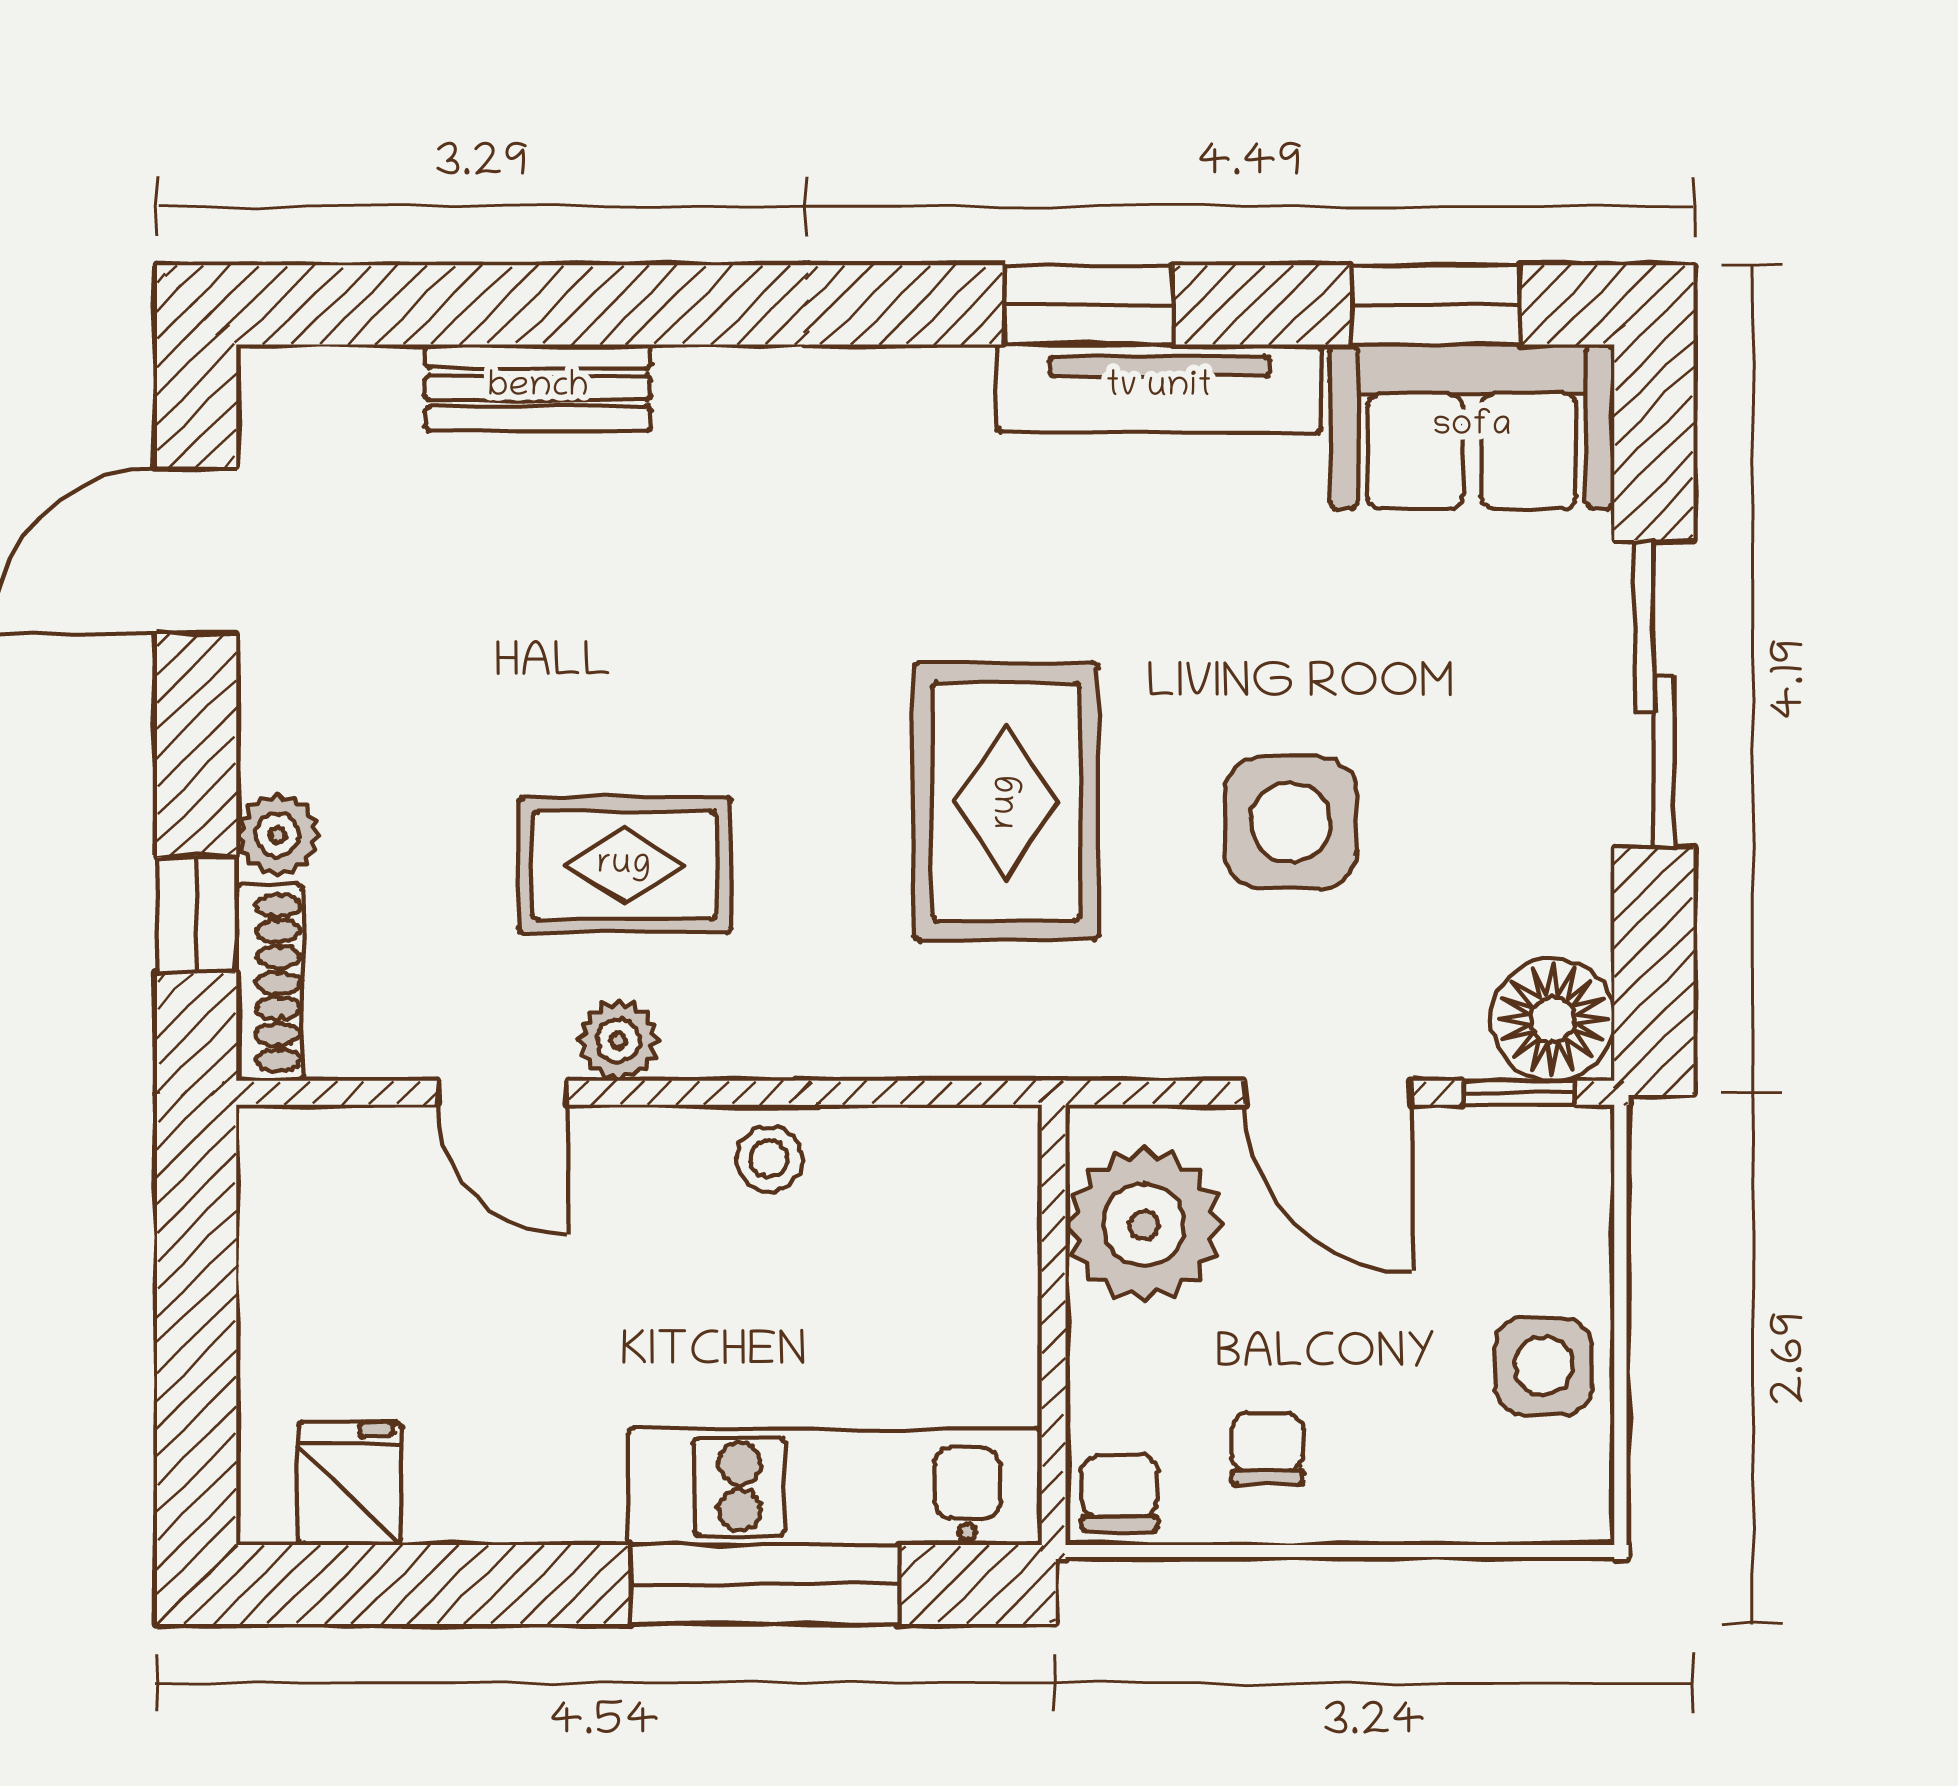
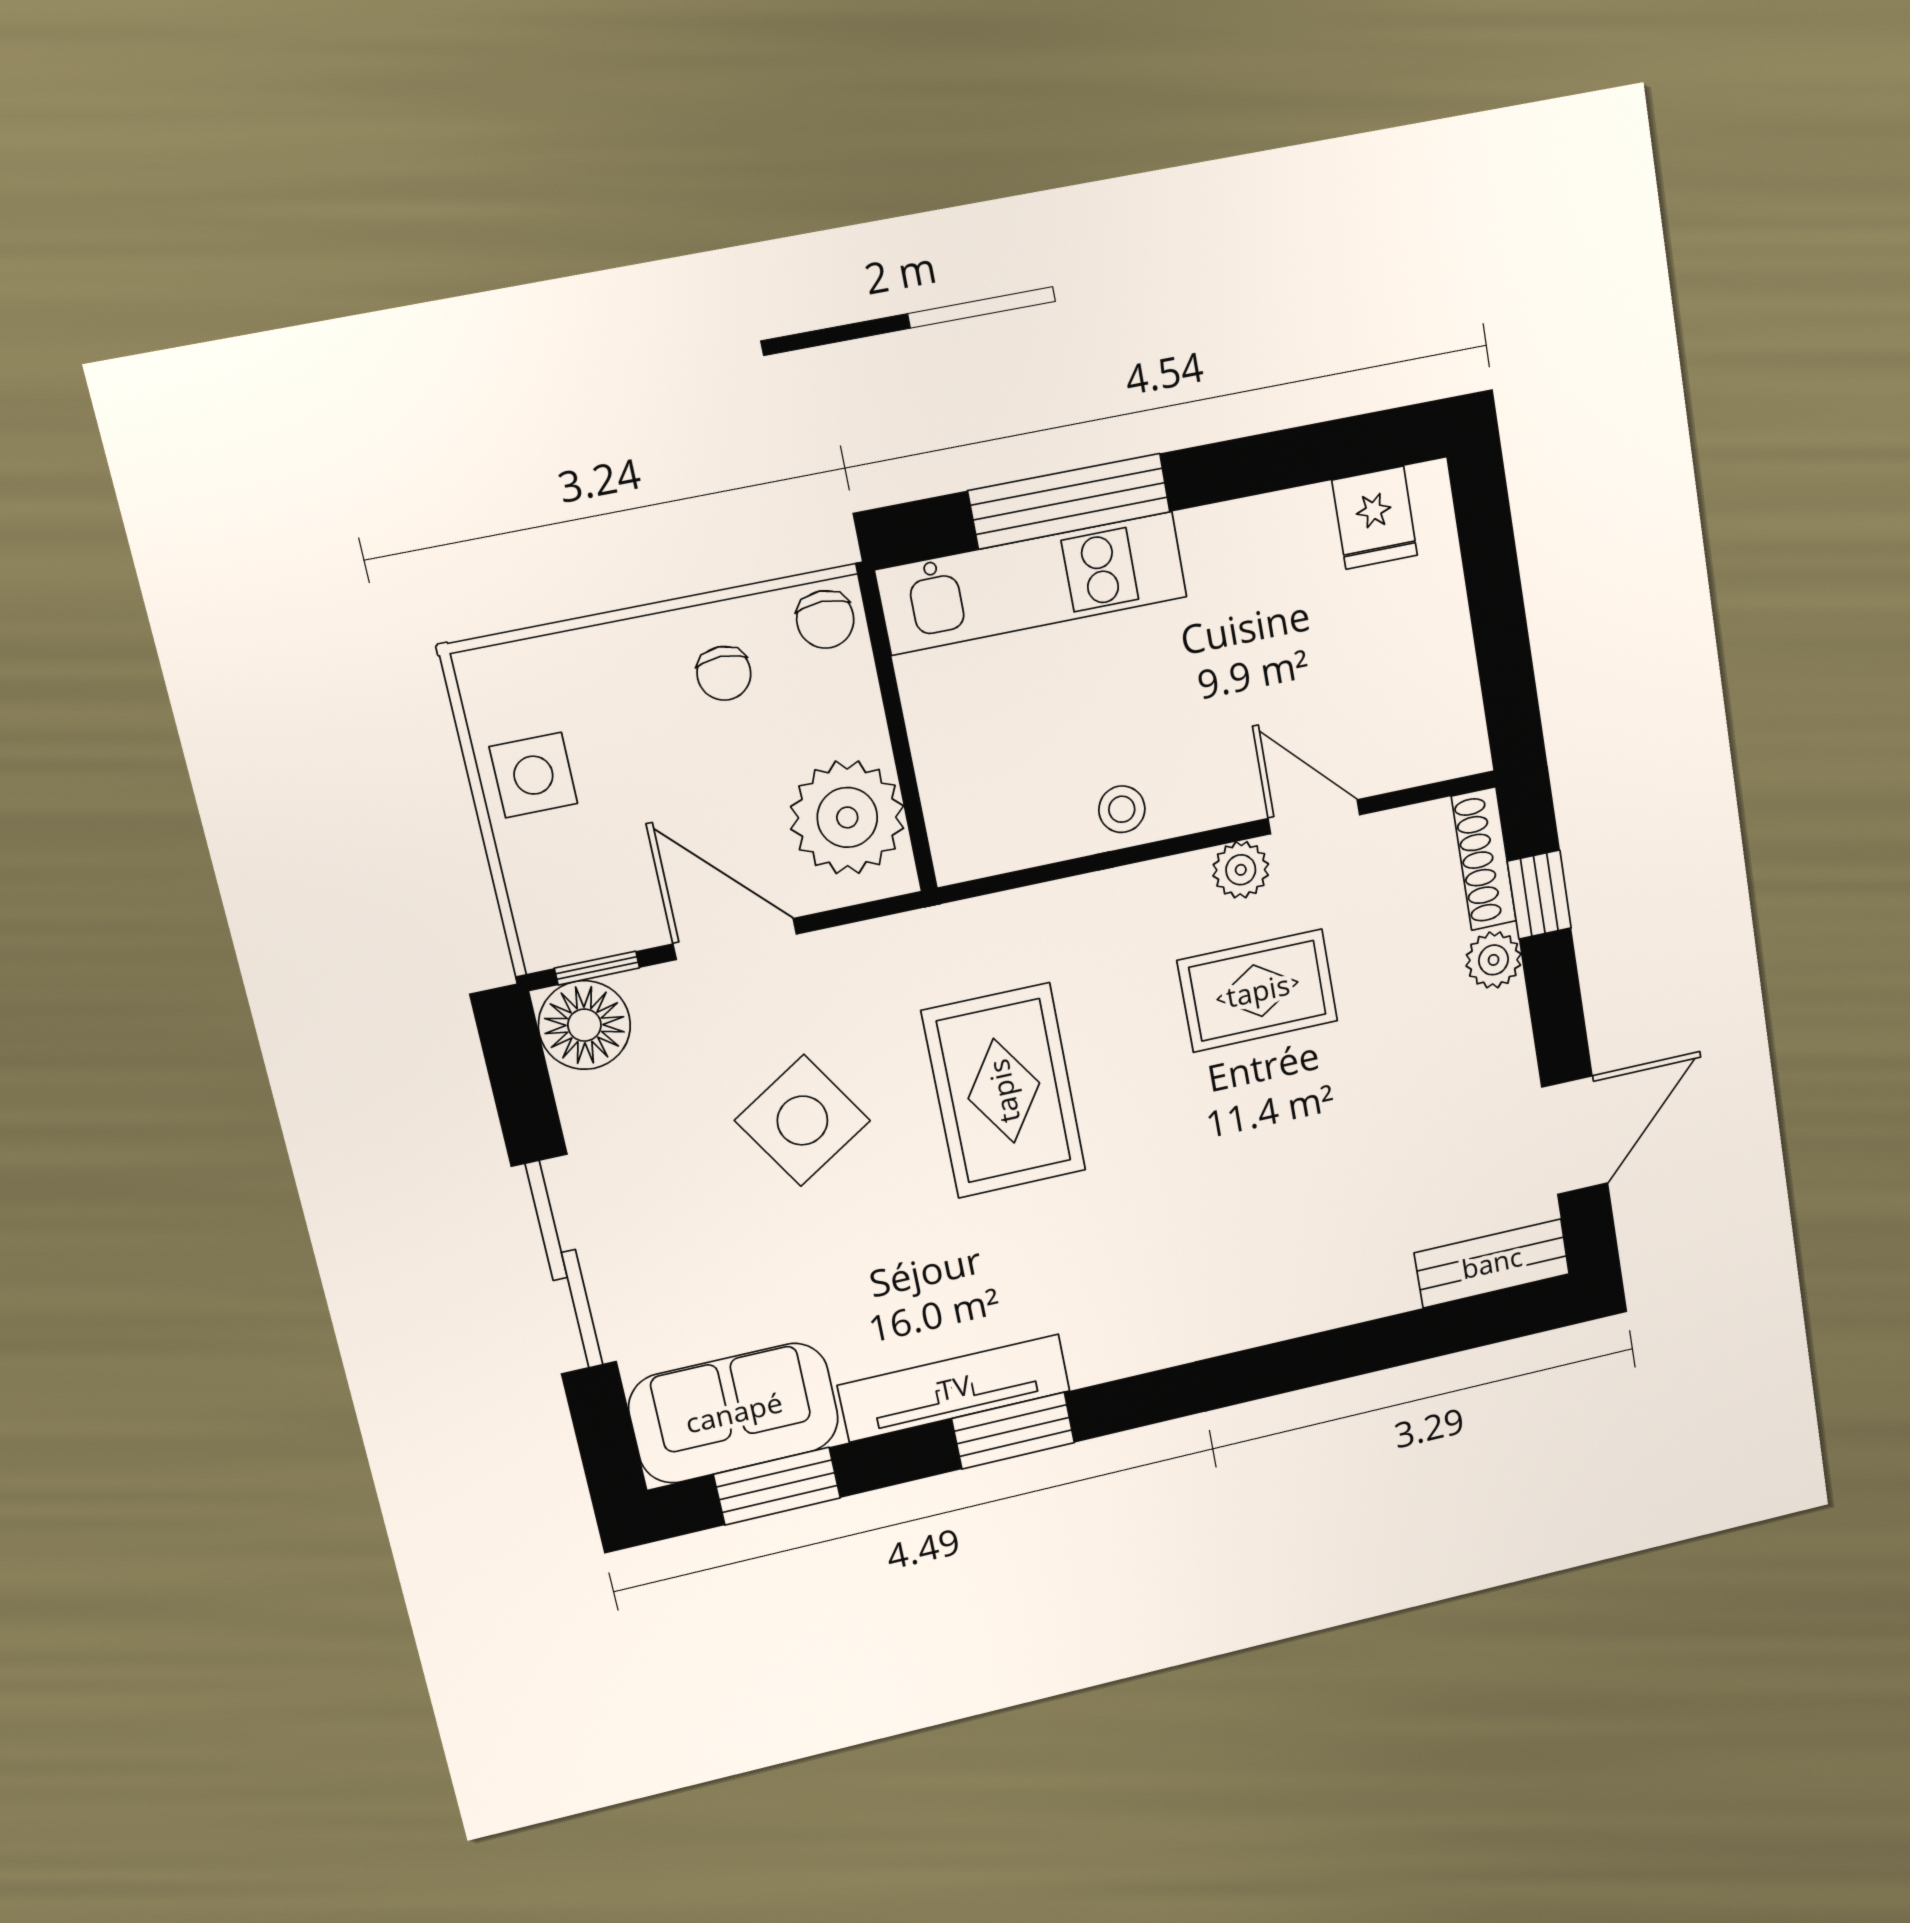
bench: (538, 388) -> (1492, 1263), moved
side table: (1291, 822) -> (802, 1121), turned -32

